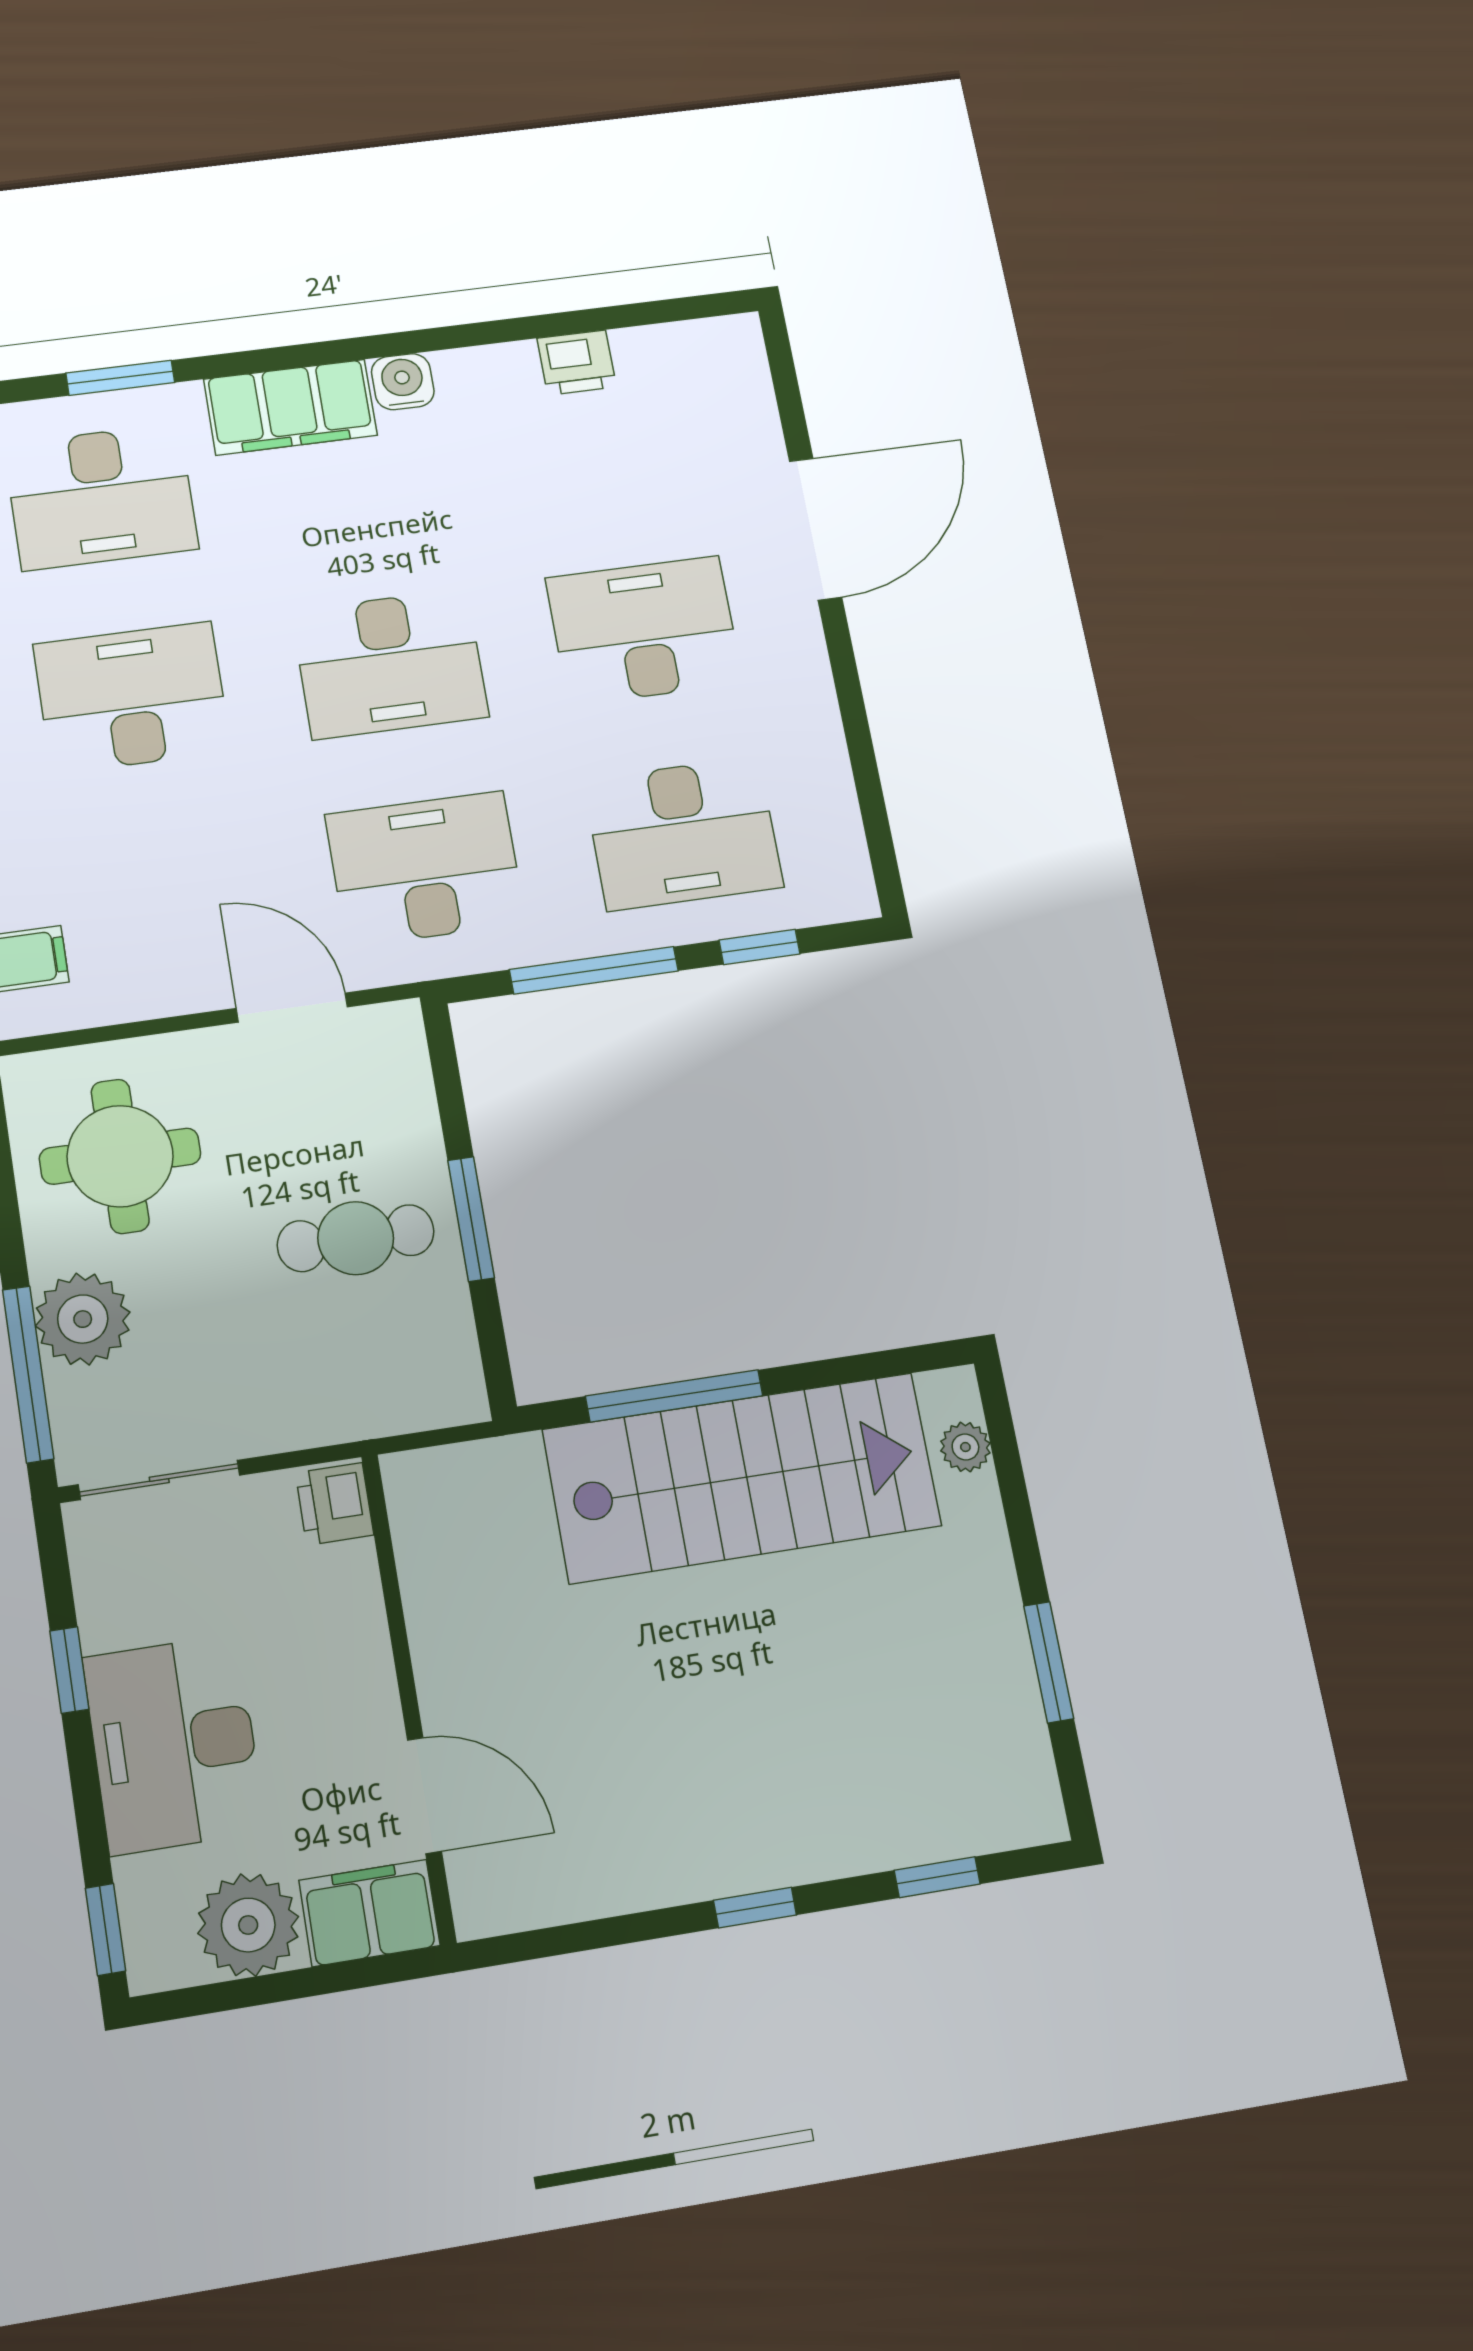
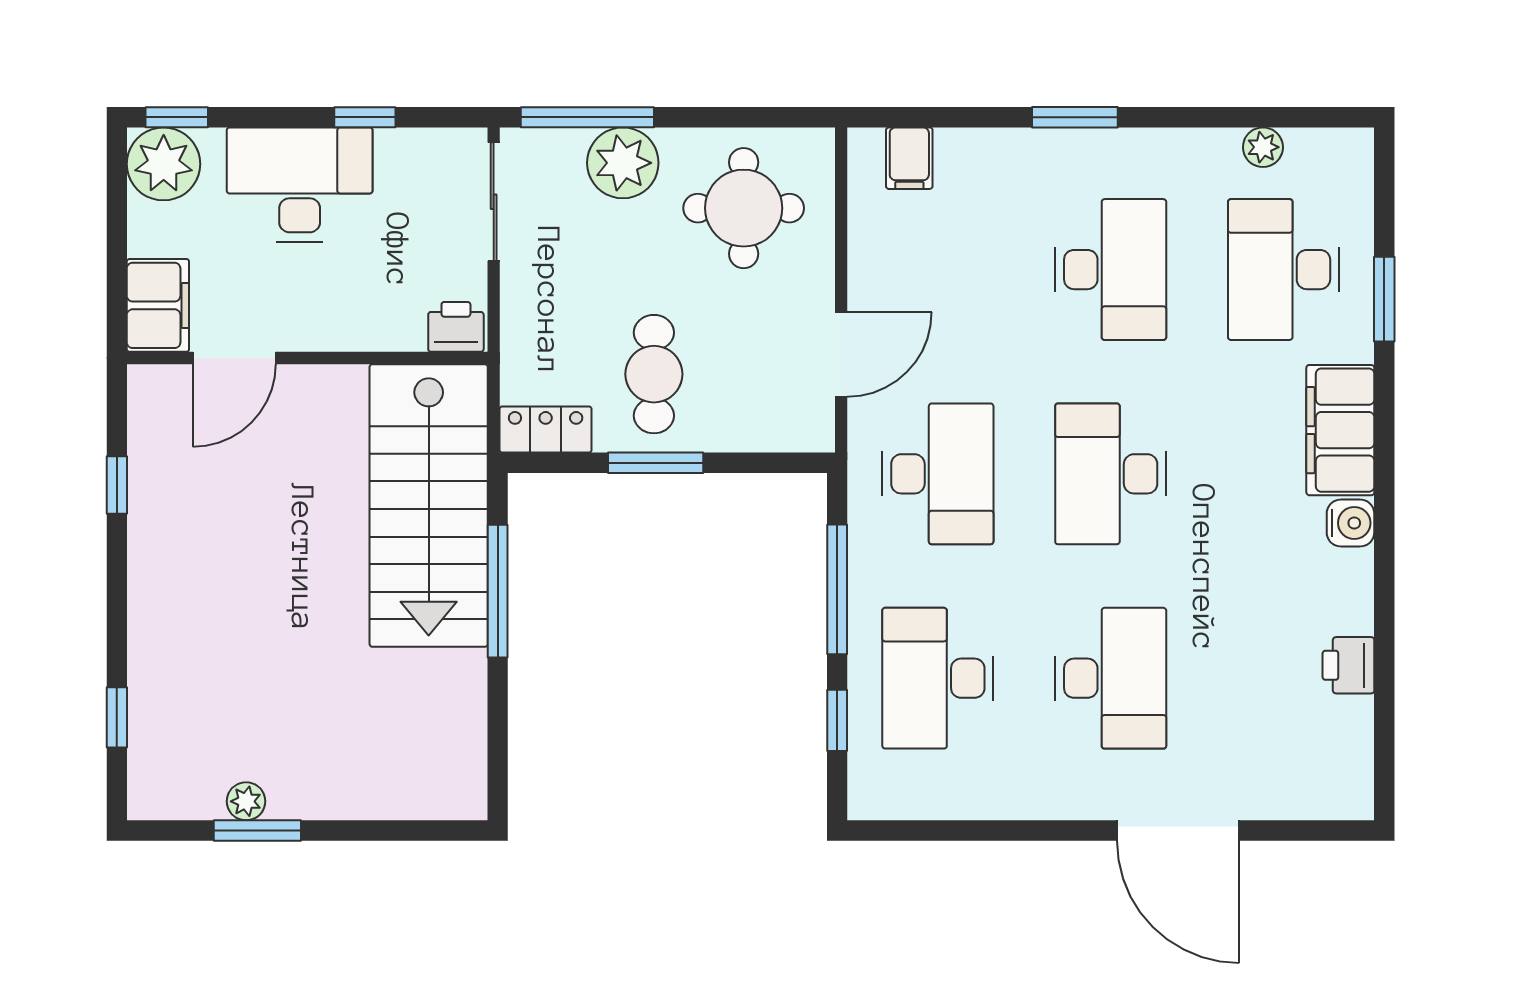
locker: (451, 1366) -> (546, 430), added
plant: (965, 1447) -> (246, 801), moved
stairs: (742, 1478) -> (429, 506), moved
window: (755, 1908) -> (117, 485), moved
plant: (248, 1925) -> (164, 164), moved

